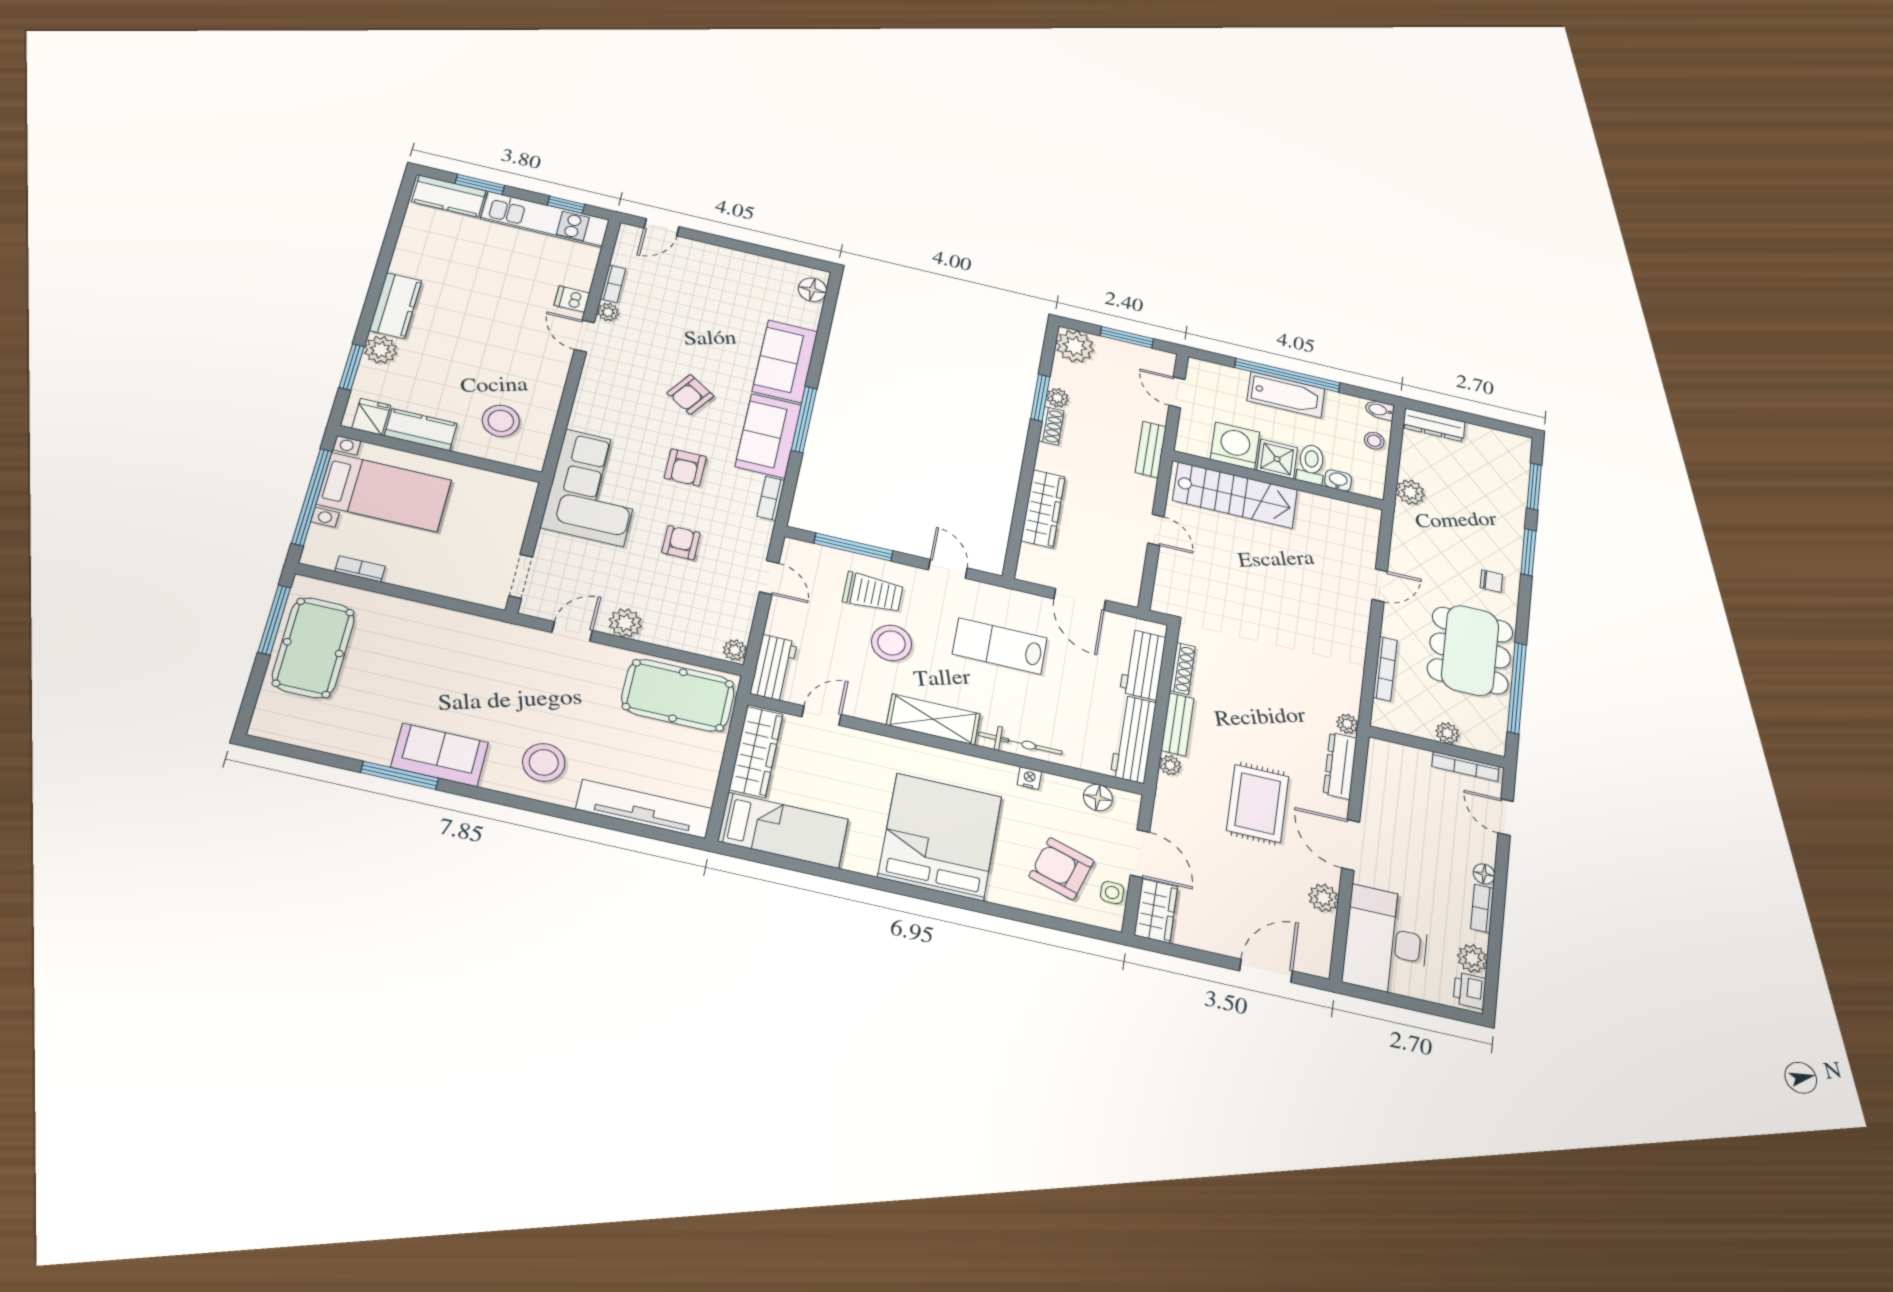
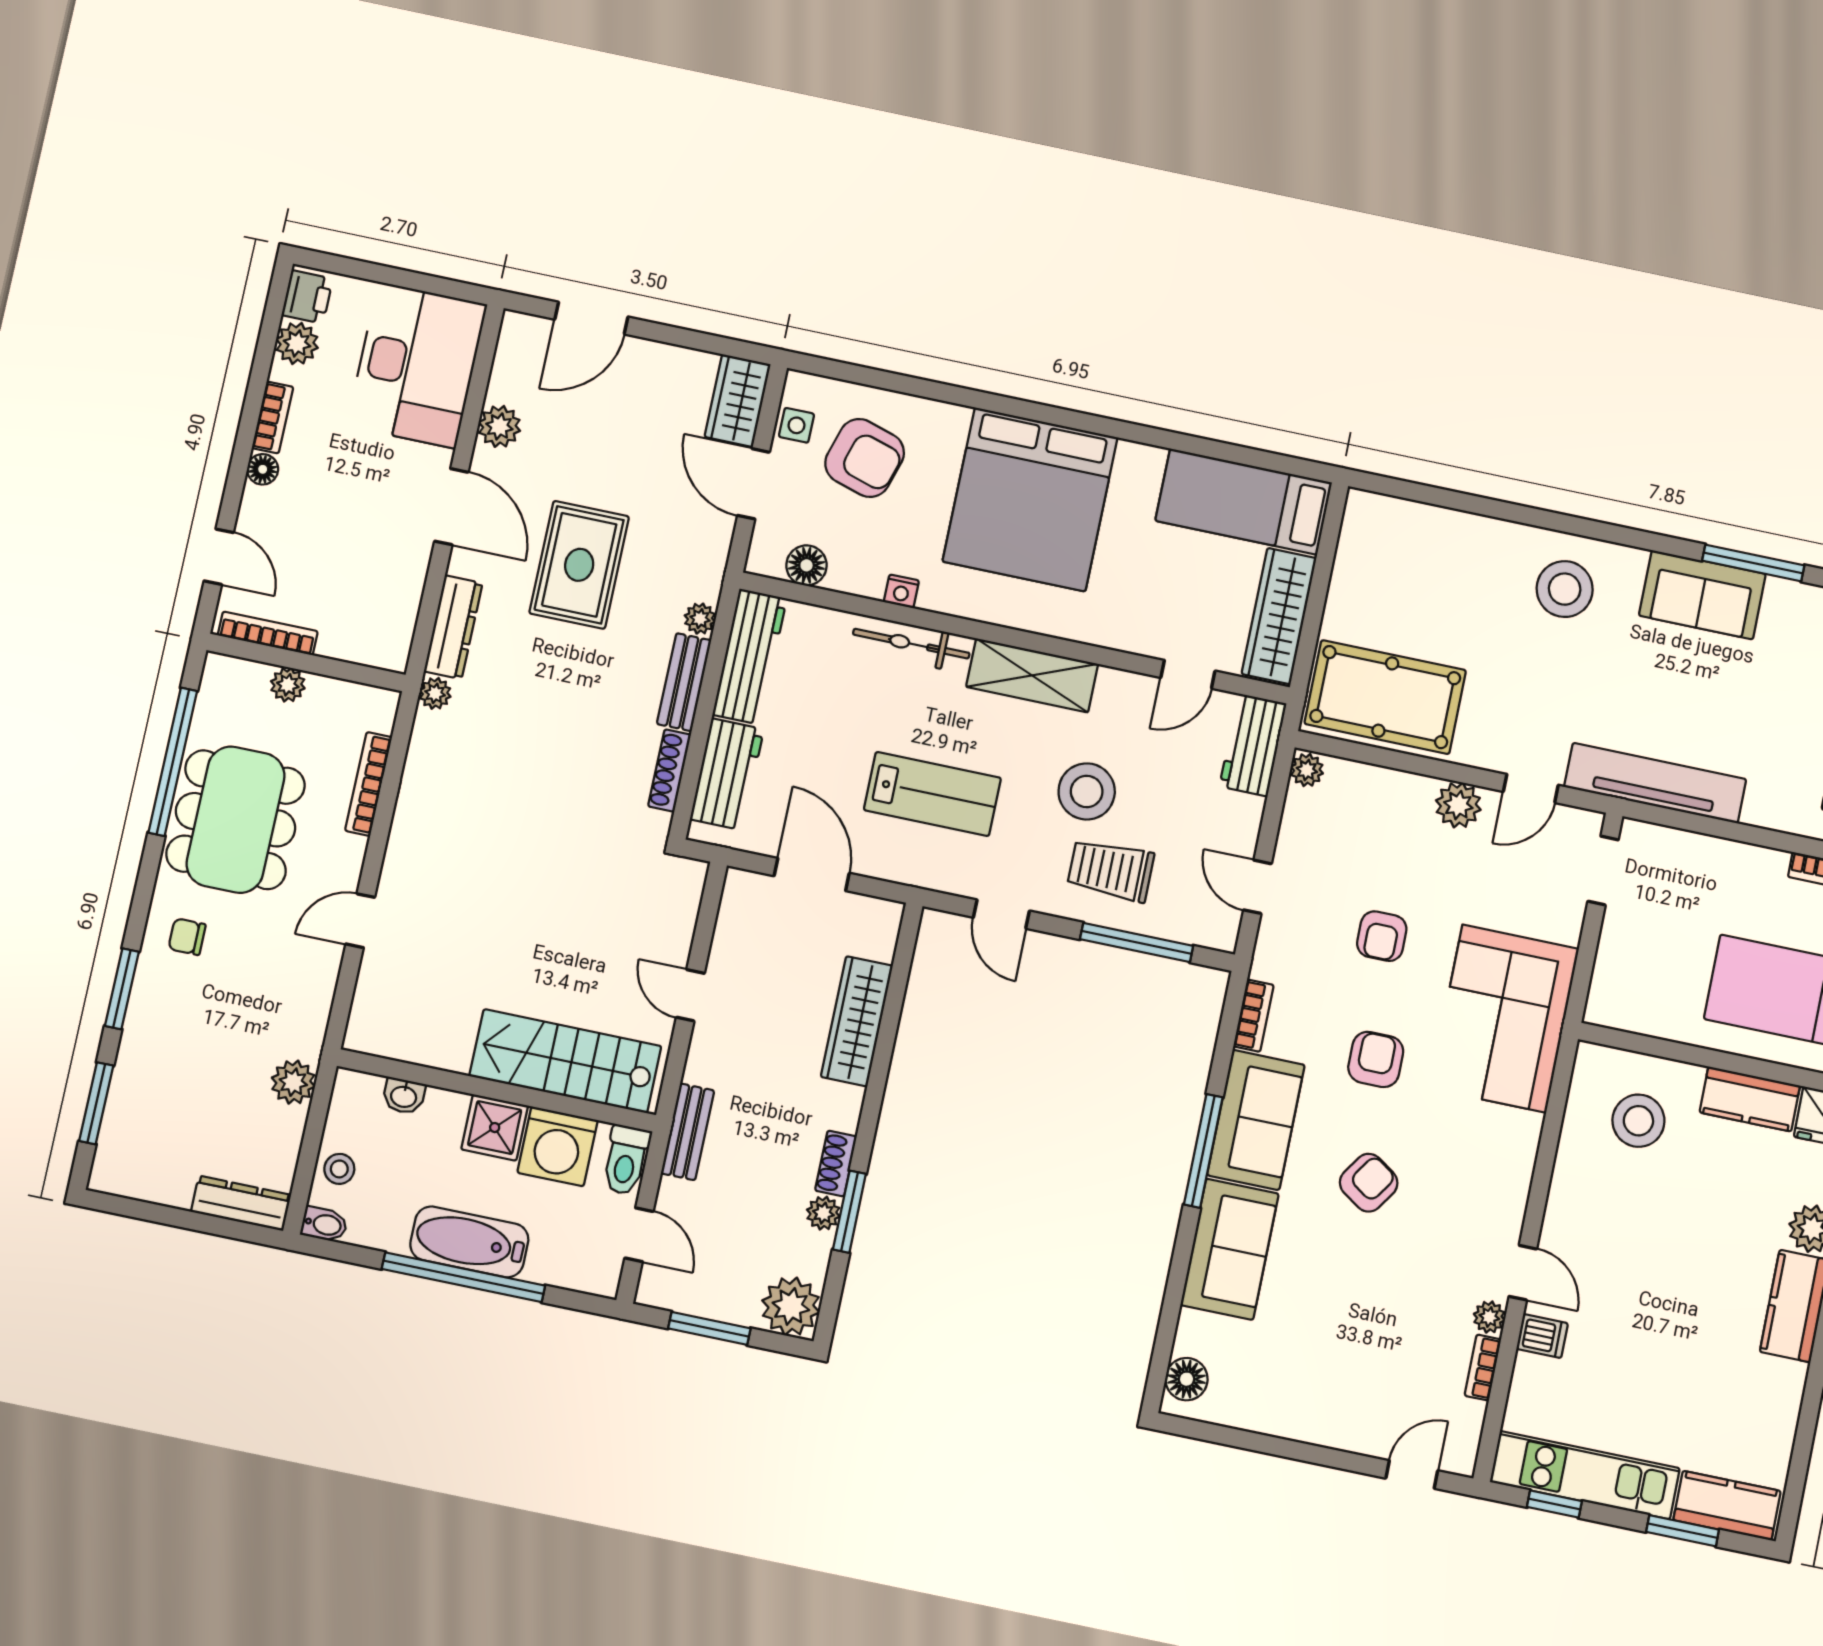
toilet: (1311, 464) -> (626, 1160), moved
tv unit: (644, 809) -> (1655, 783), moved, turned 180

